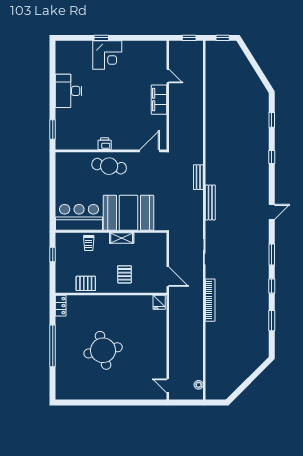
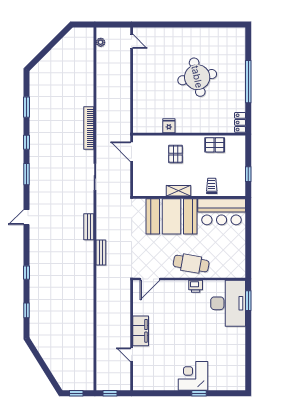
desk: (69, 91) -> (228, 303), moved, width x1.36, depth x1.30
bench: (210, 202) -> (89, 227), width x0.73
fridge: (159, 302) -> (169, 126), moved

